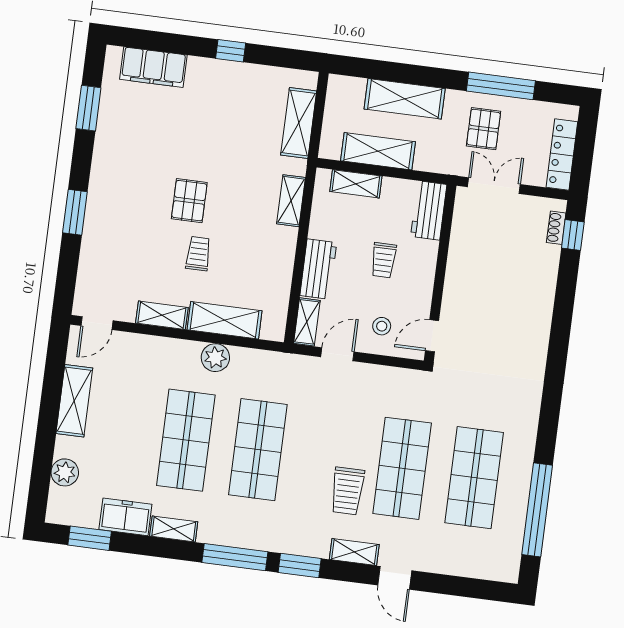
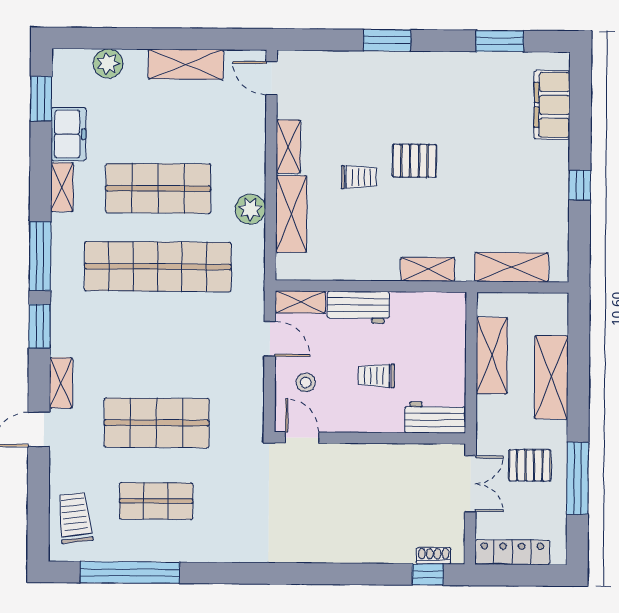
shelving: (356, 184) -> (454, 336), removed
shop shelf: (258, 450) -> (158, 267), width x1.40
shop shelf: (474, 478) -> (156, 501), width x0.70, depth x0.74
trolley: (347, 491) -> (75, 518), moved, turned 83

